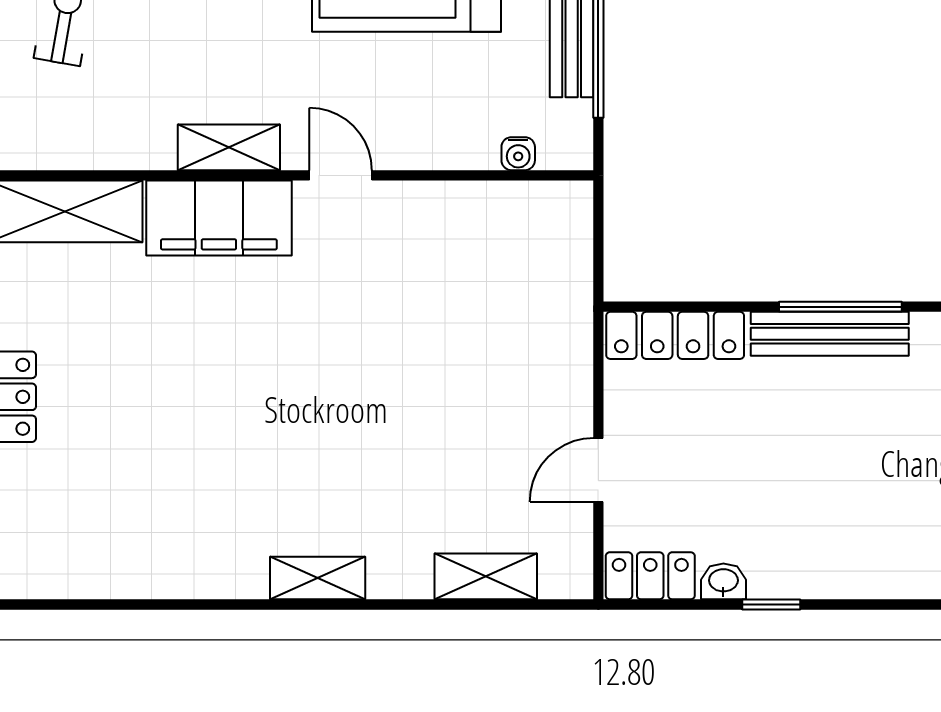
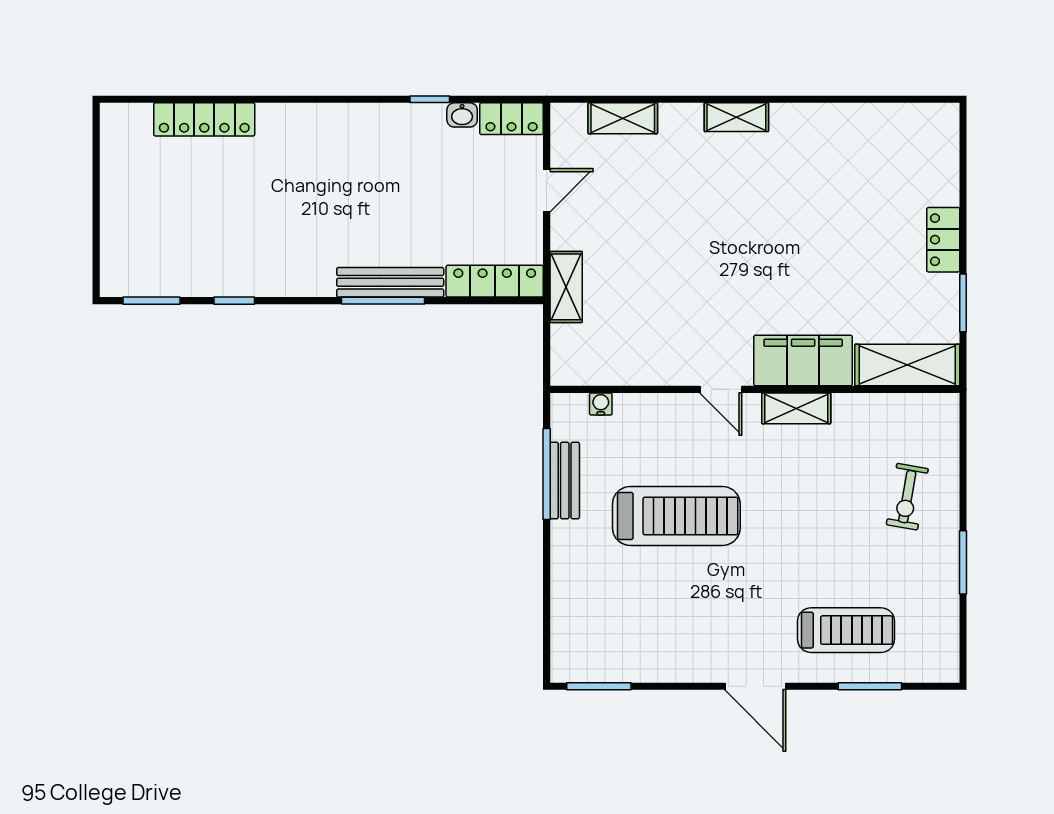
shelving: (570, 327) -> (566, 287), added

